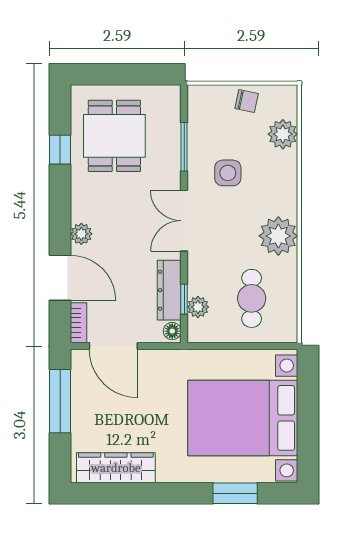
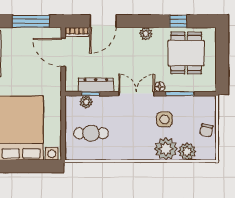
dining table: (114, 136) -> (186, 53), turned 90
plant: (81, 234) -> (146, 34), moved
plant: (278, 236) -> (166, 149), moved
floor lamp: (172, 331) -> (160, 87), moved
door: (113, 346) -> (63, 52), hinge flipped

